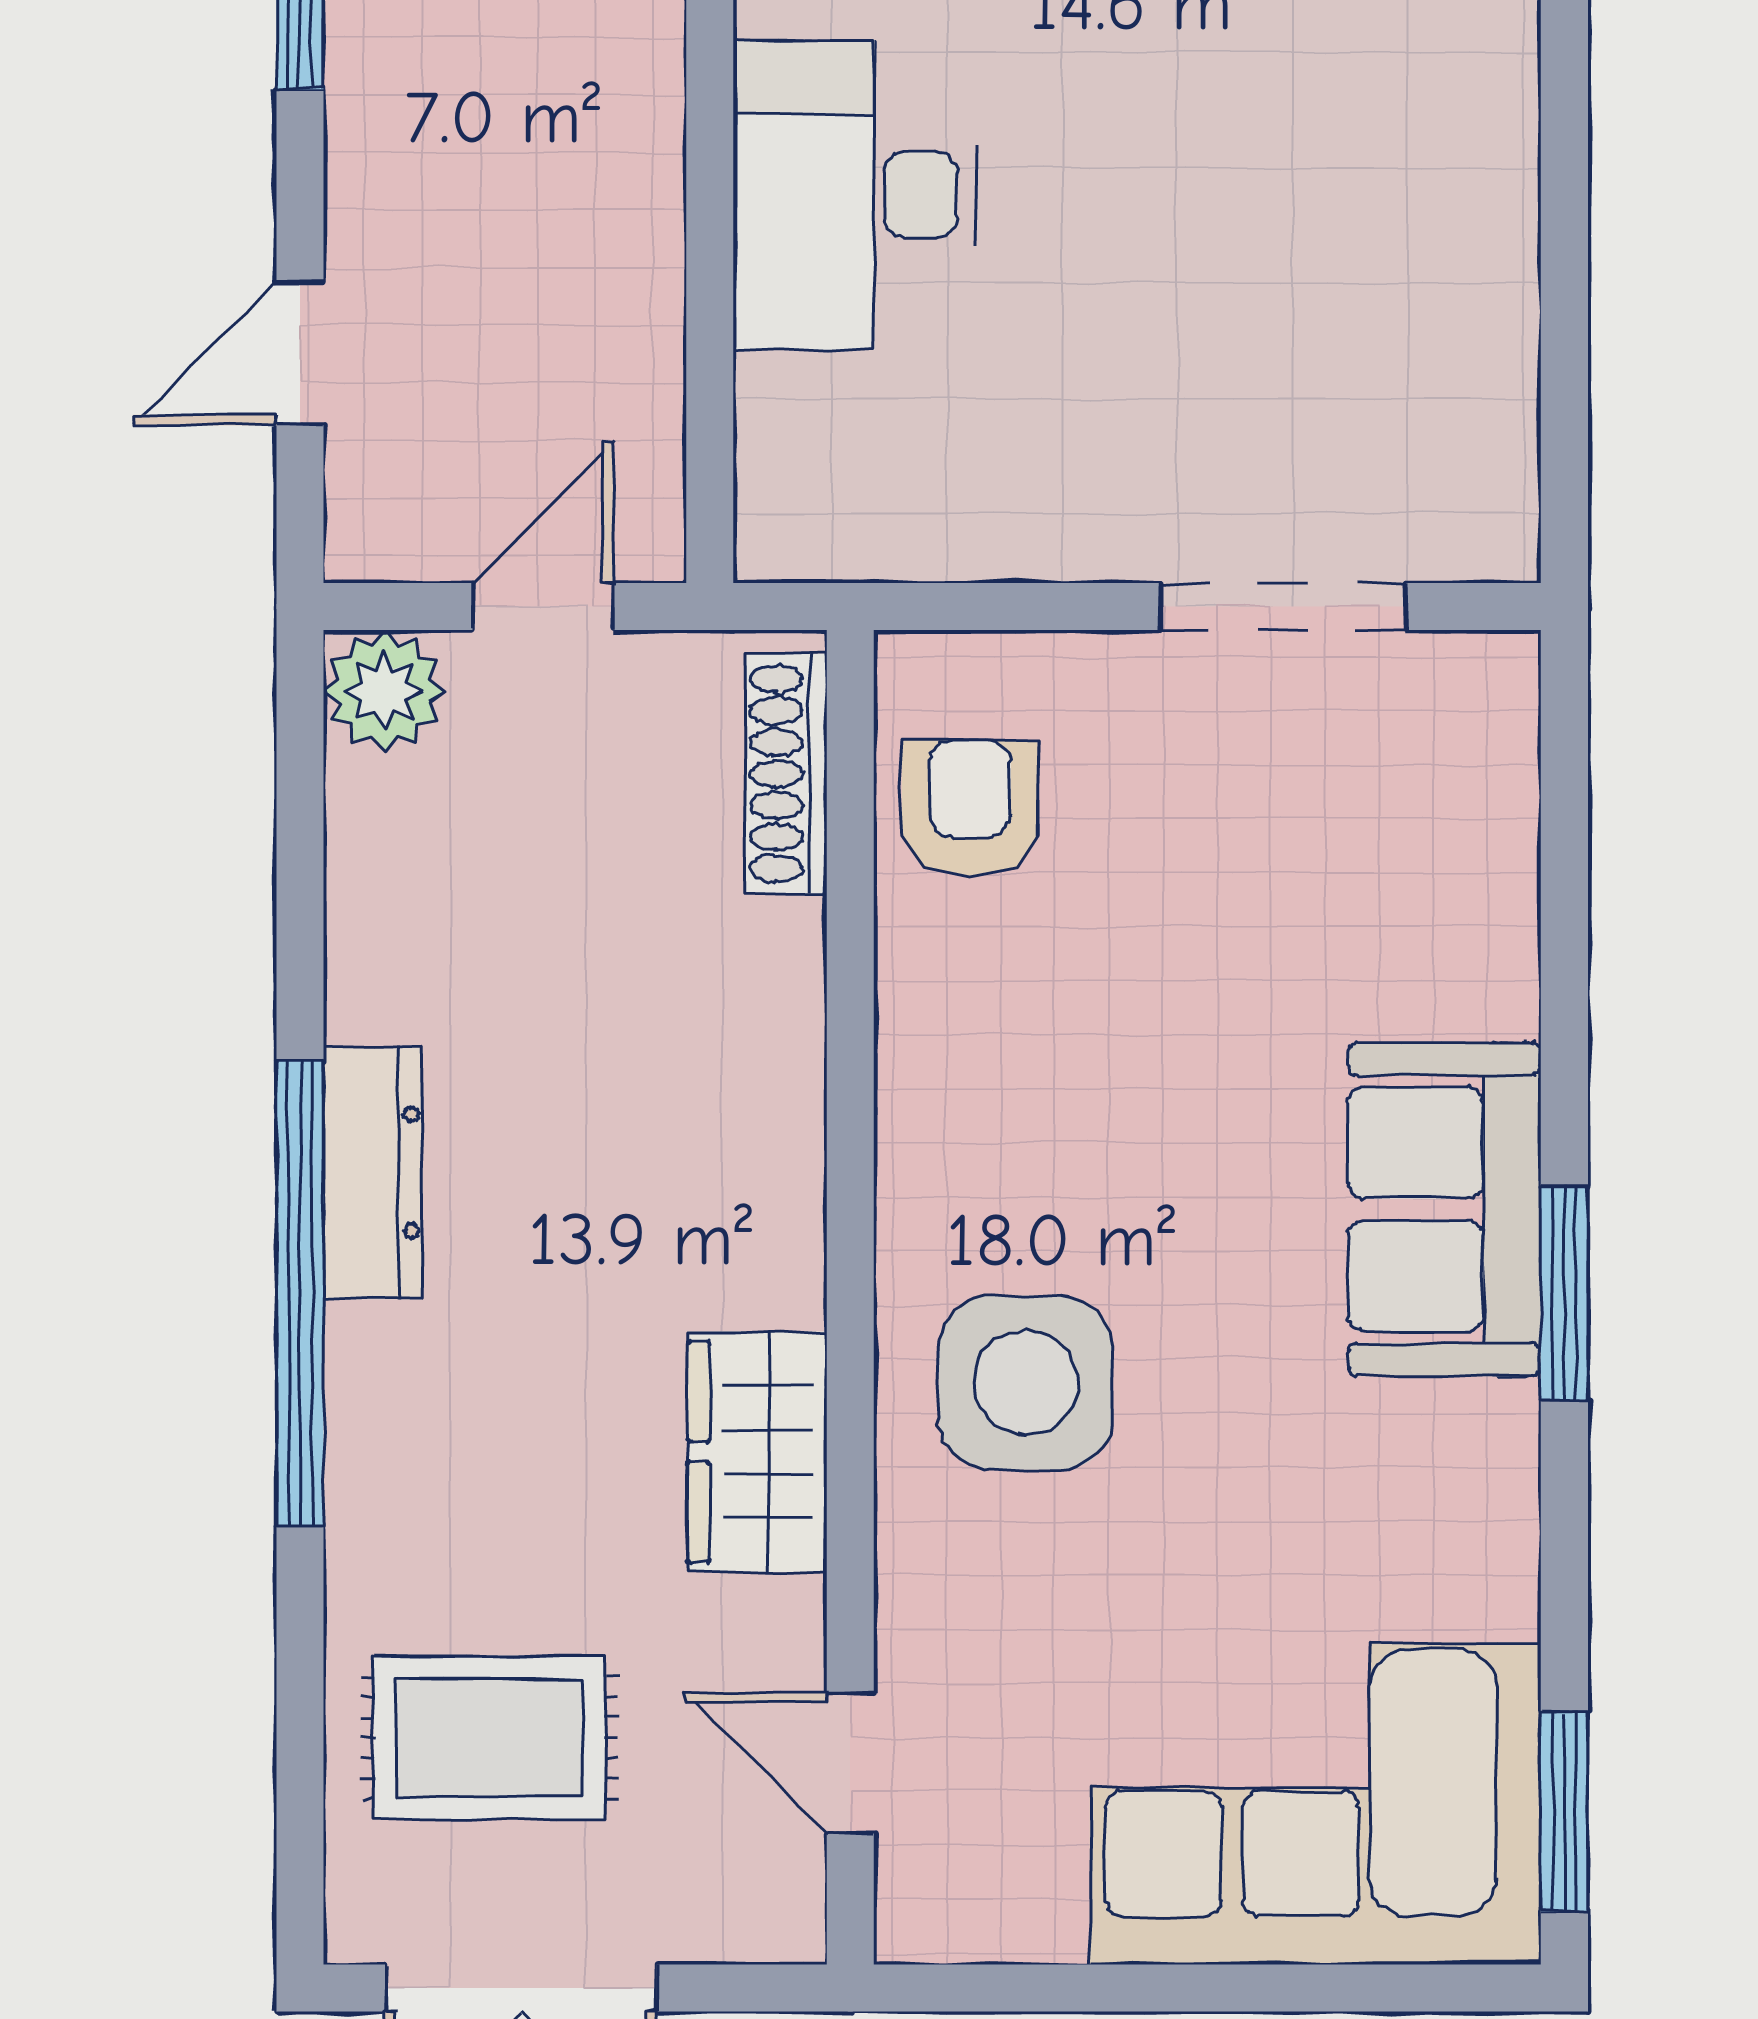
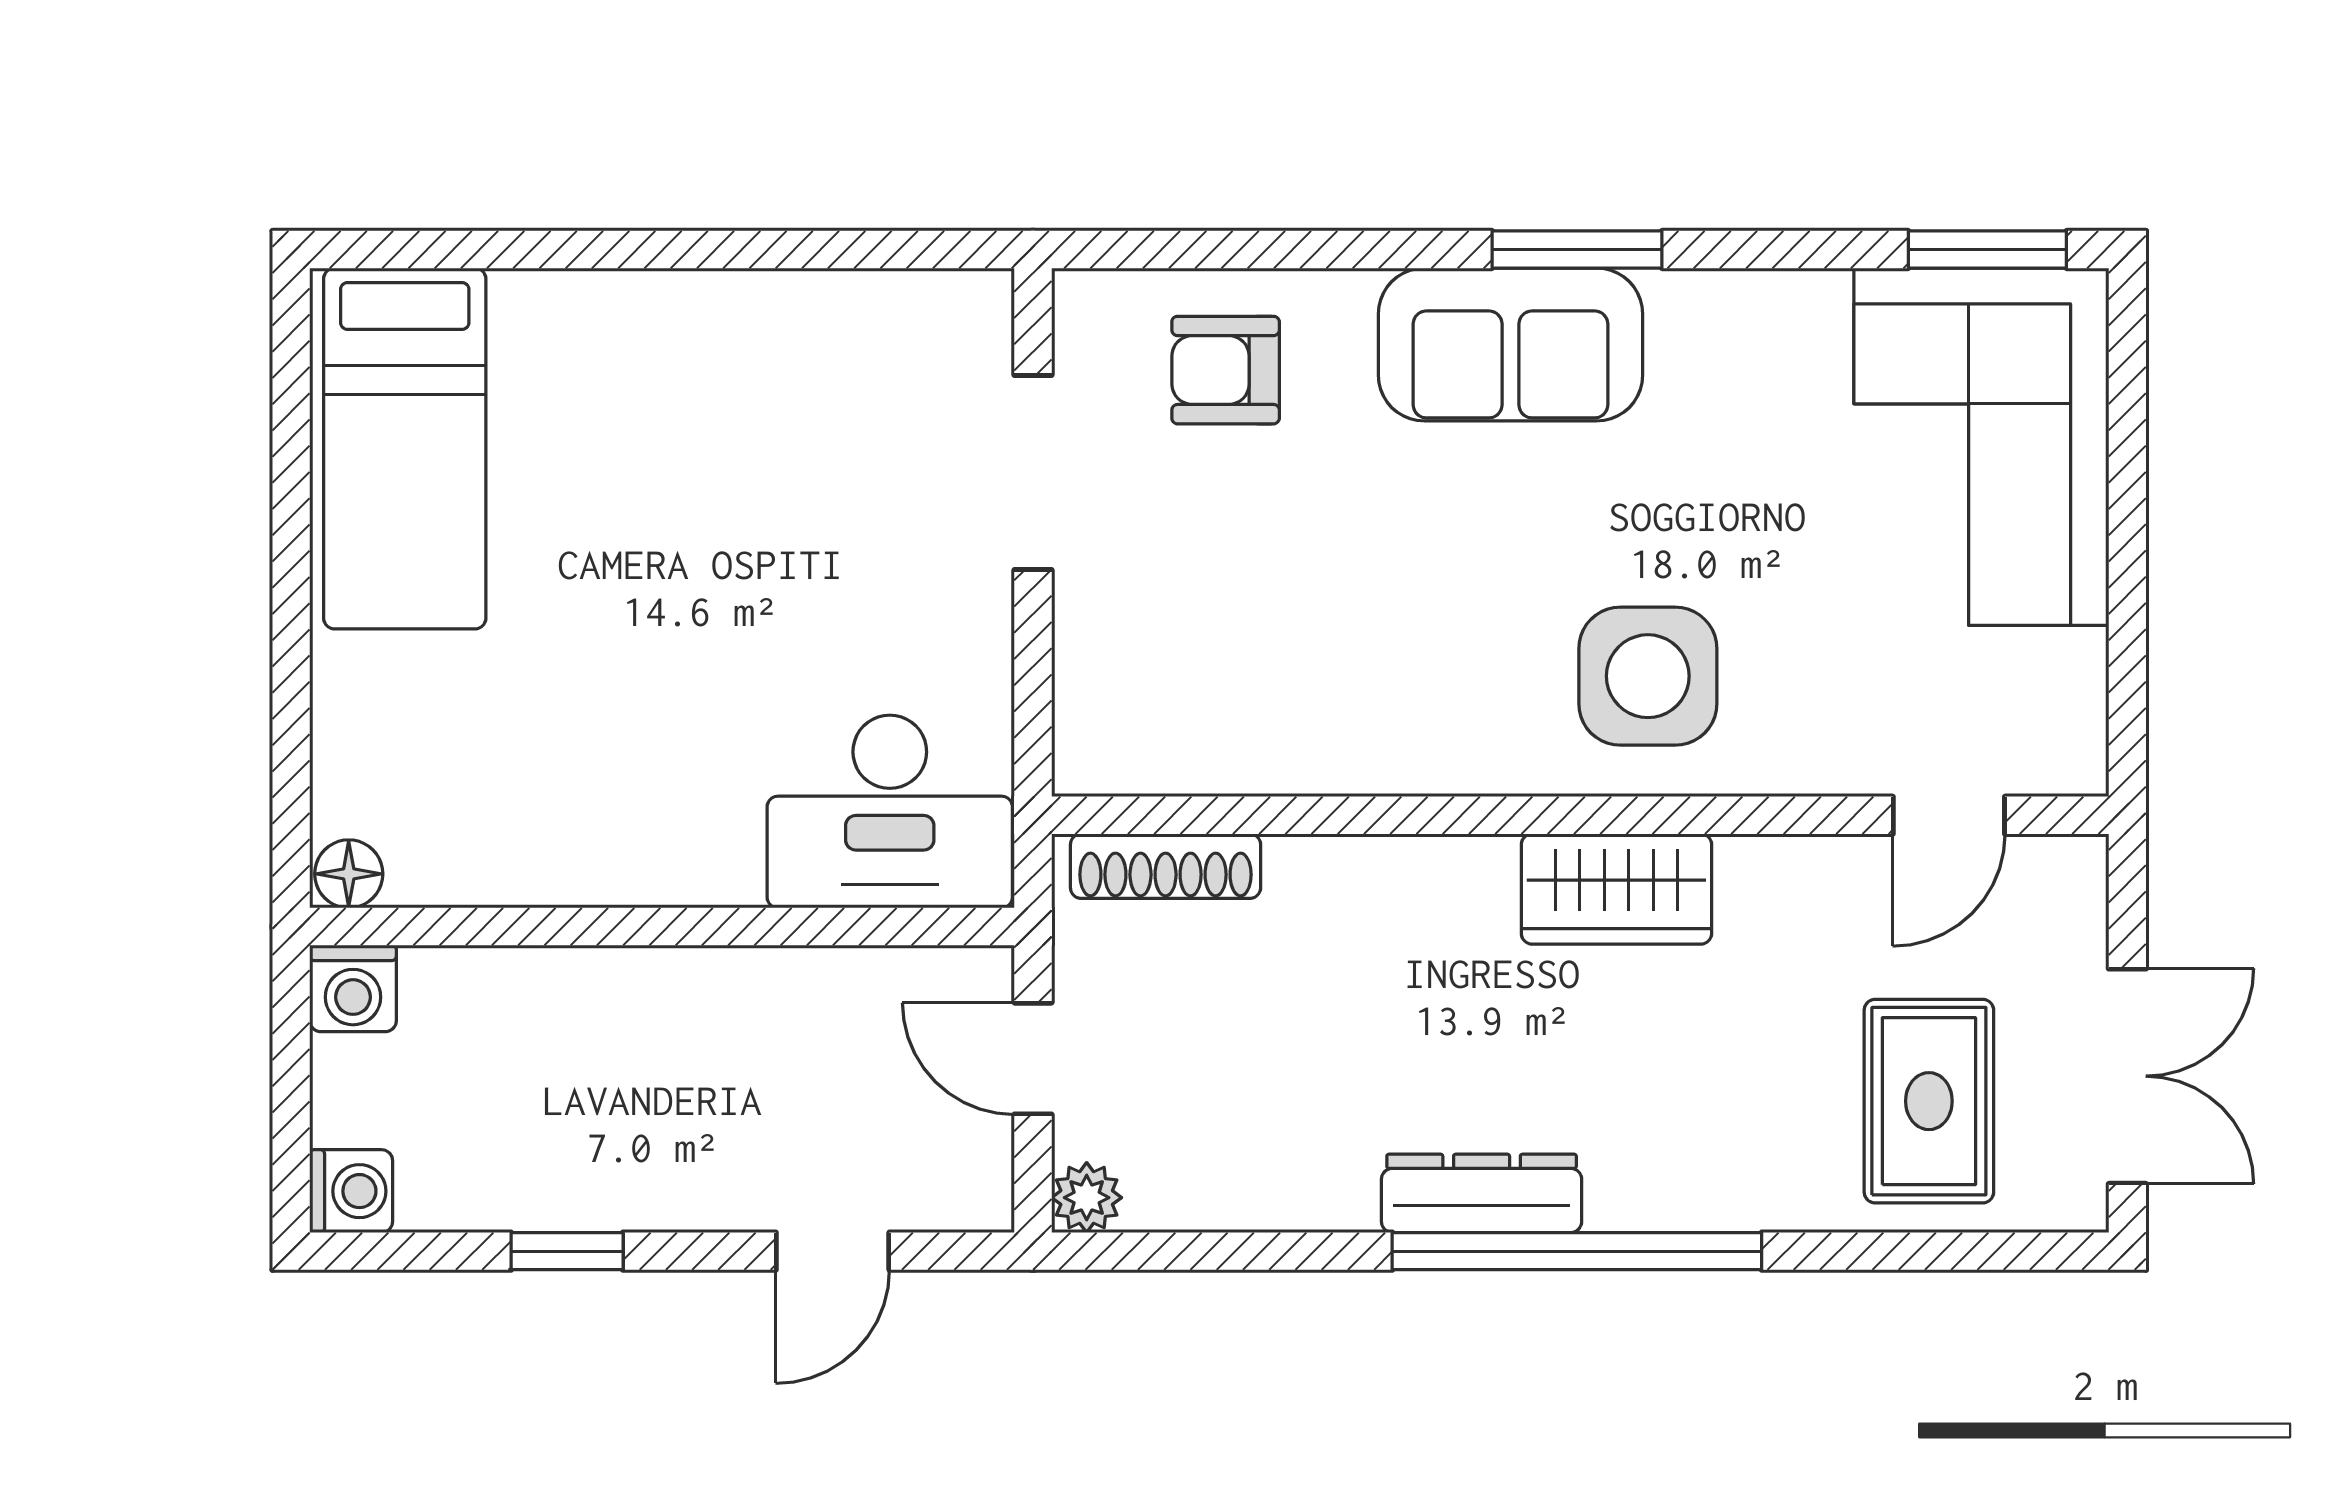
desk: (855, 195) -> (890, 812), moved
door: (300, 354) -> (833, 1251), hinge flipped
plant: (384, 691) -> (1087, 1198), width x0.73, depth x0.73
armchair: (970, 808) -> (1226, 370), moved
wardrobe: (757, 1452) -> (1616, 889), moved

